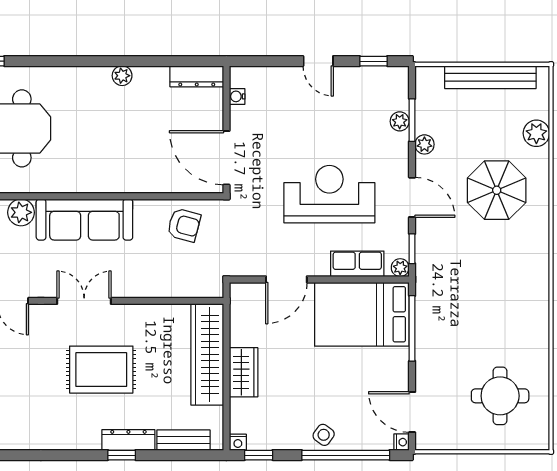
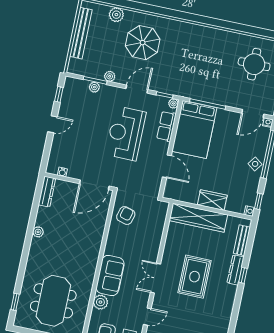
sofa: (84, 220) -> (110, 275), width x0.73

